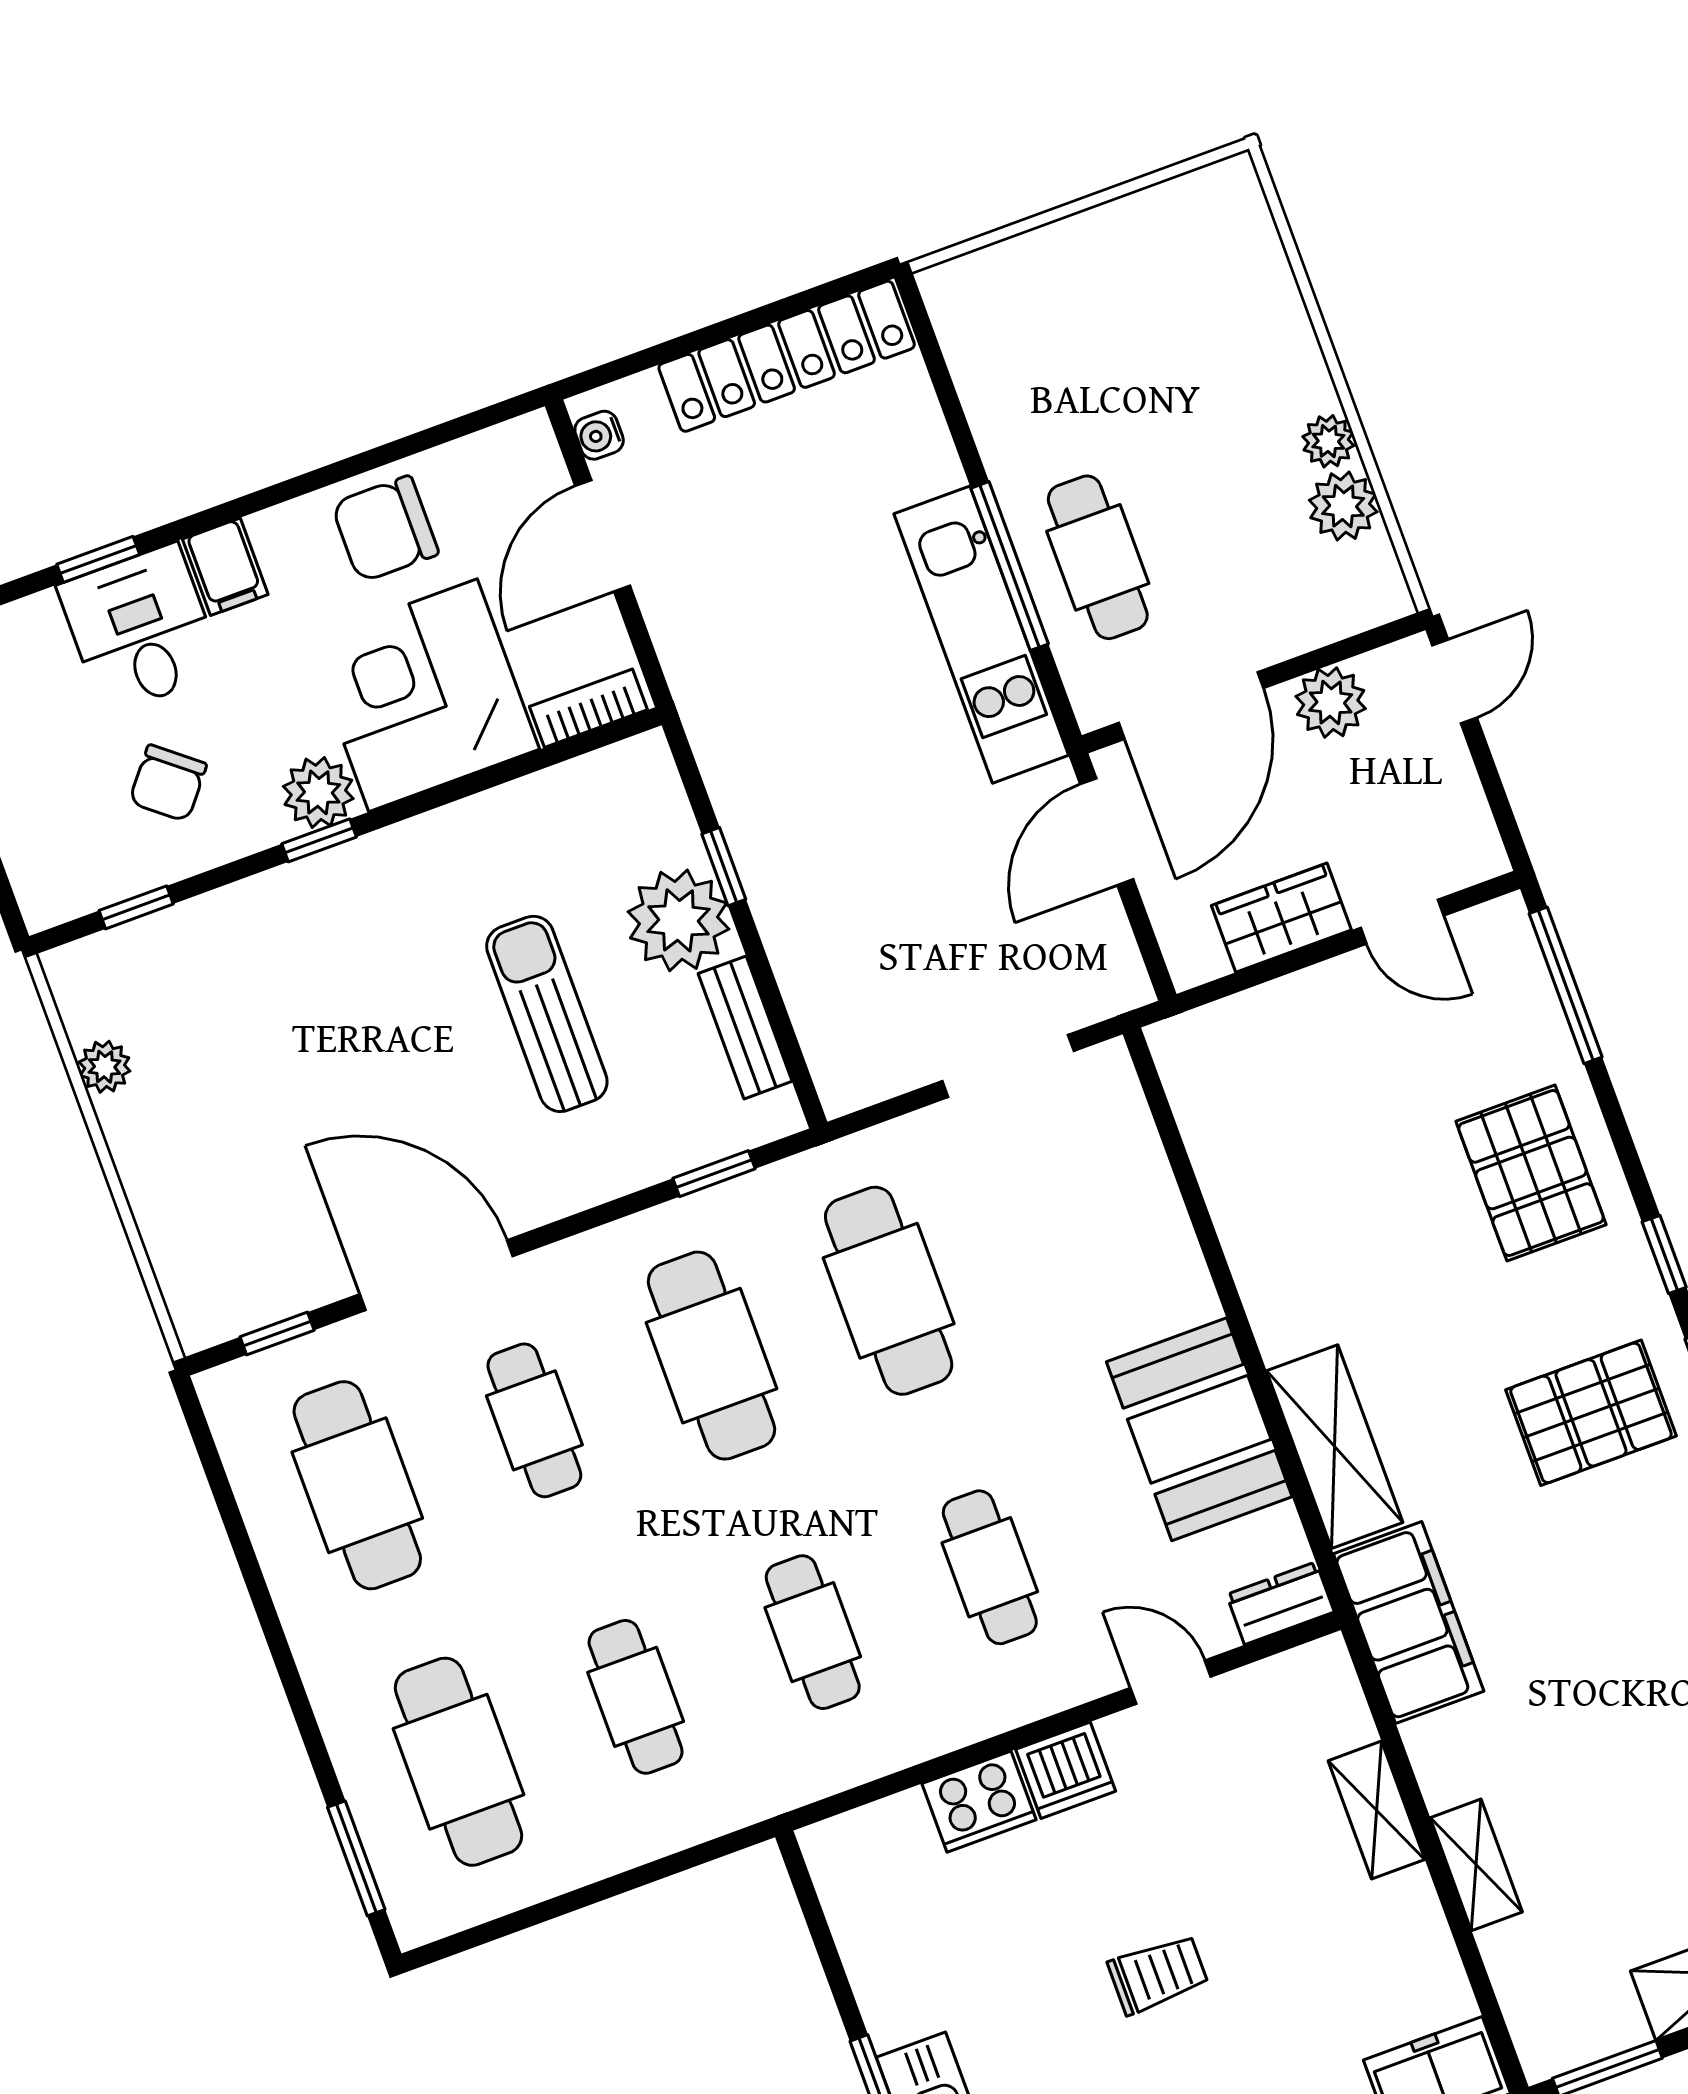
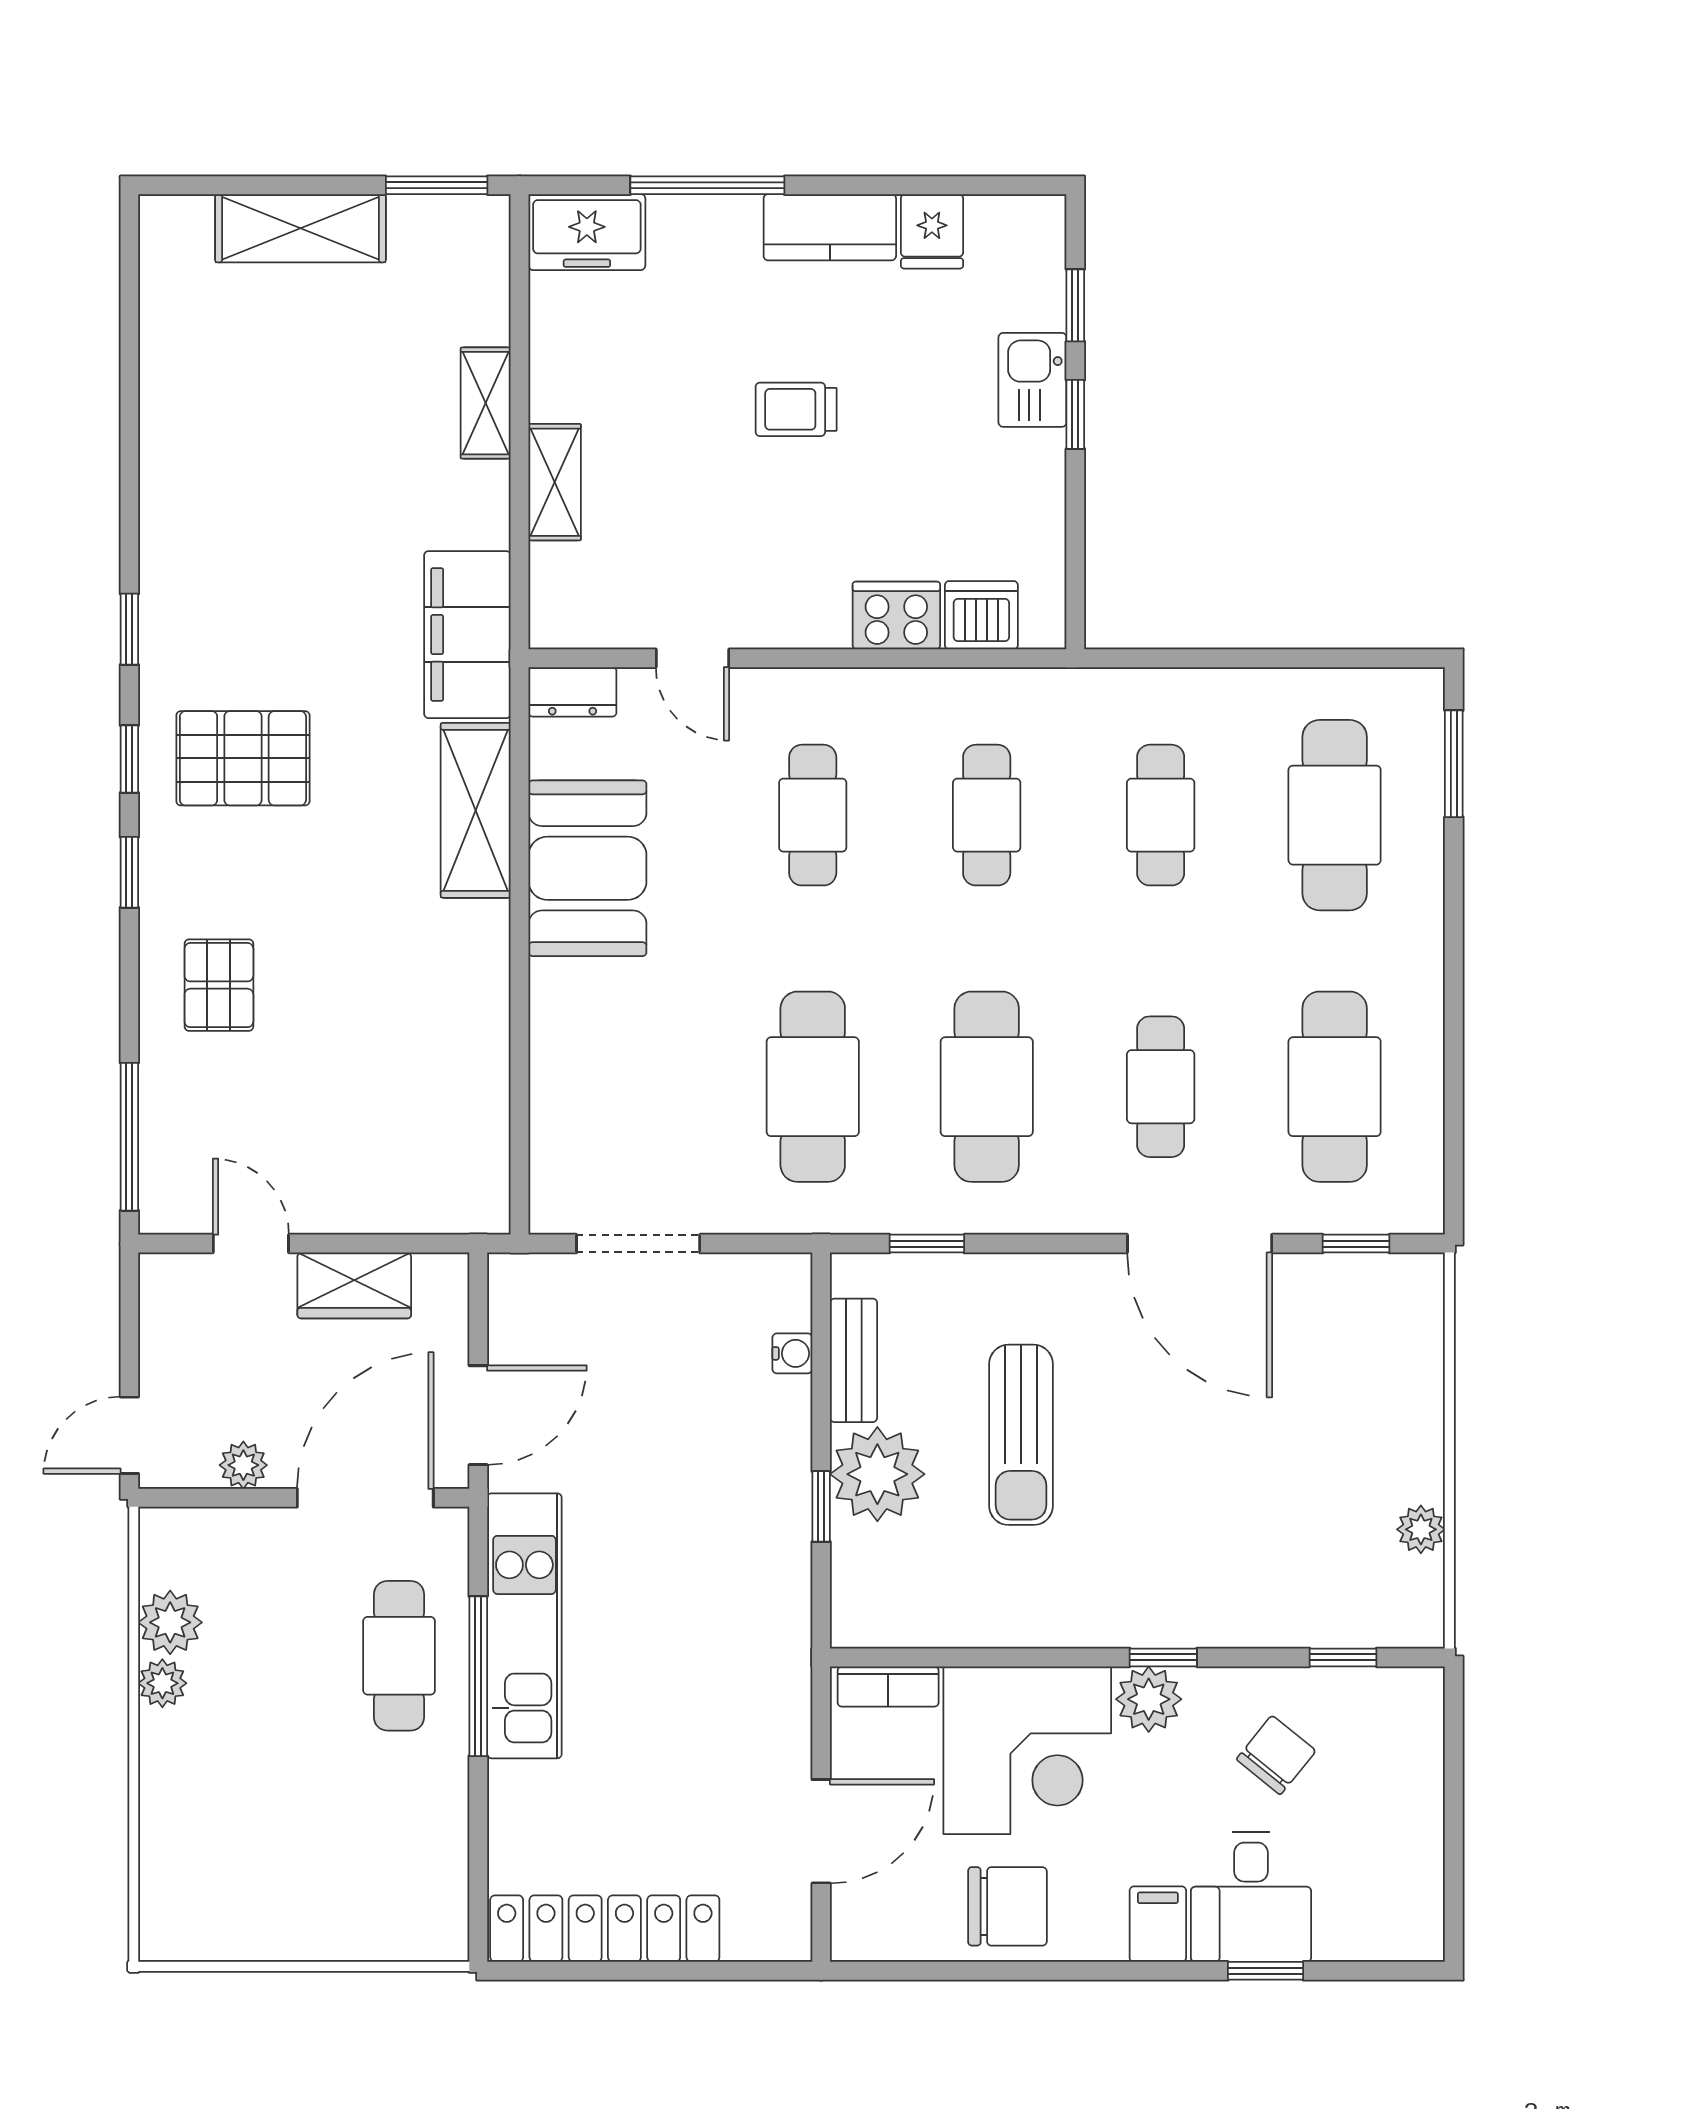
water cooler: (599, 435) -> (792, 1353), moved
plant: (1331, 702) -> (243, 1465), width x0.73, depth x0.73
pallet: (1531, 1173) -> (219, 985), width x0.67, depth x0.71
dishwasher: (1066, 1770) -> (981, 615), moved

